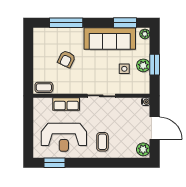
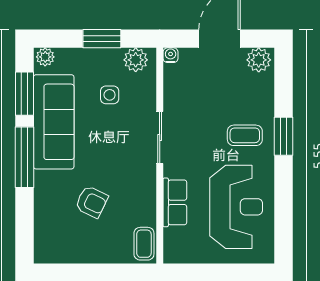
window: (66, 23) -> (25, 157), moved
plant: (143, 65) -> (136, 60), moved
window: (55, 163) -> (284, 136), moved

